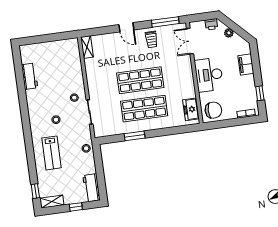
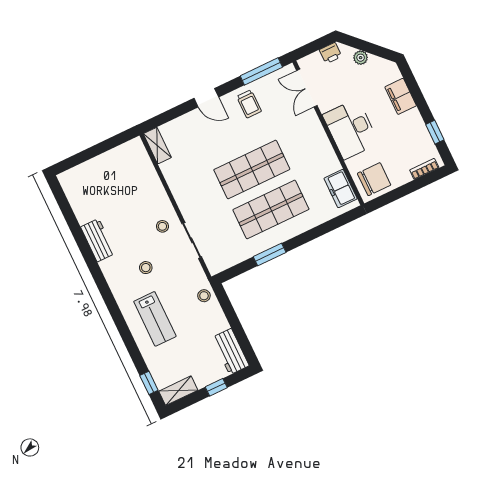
workbench: (30, 76) -> (98, 240), moved

